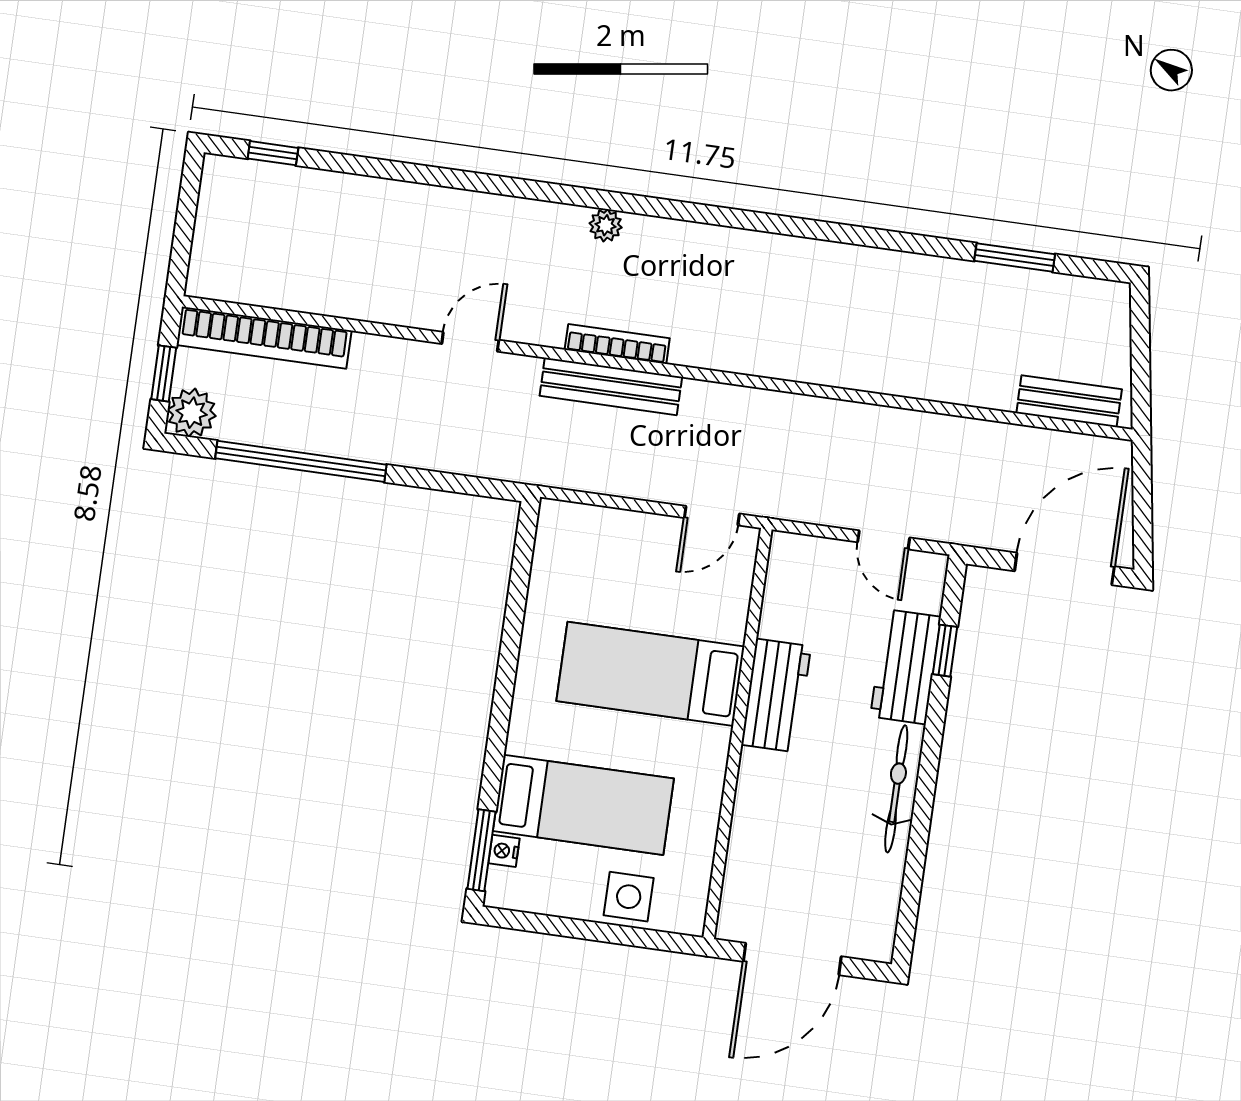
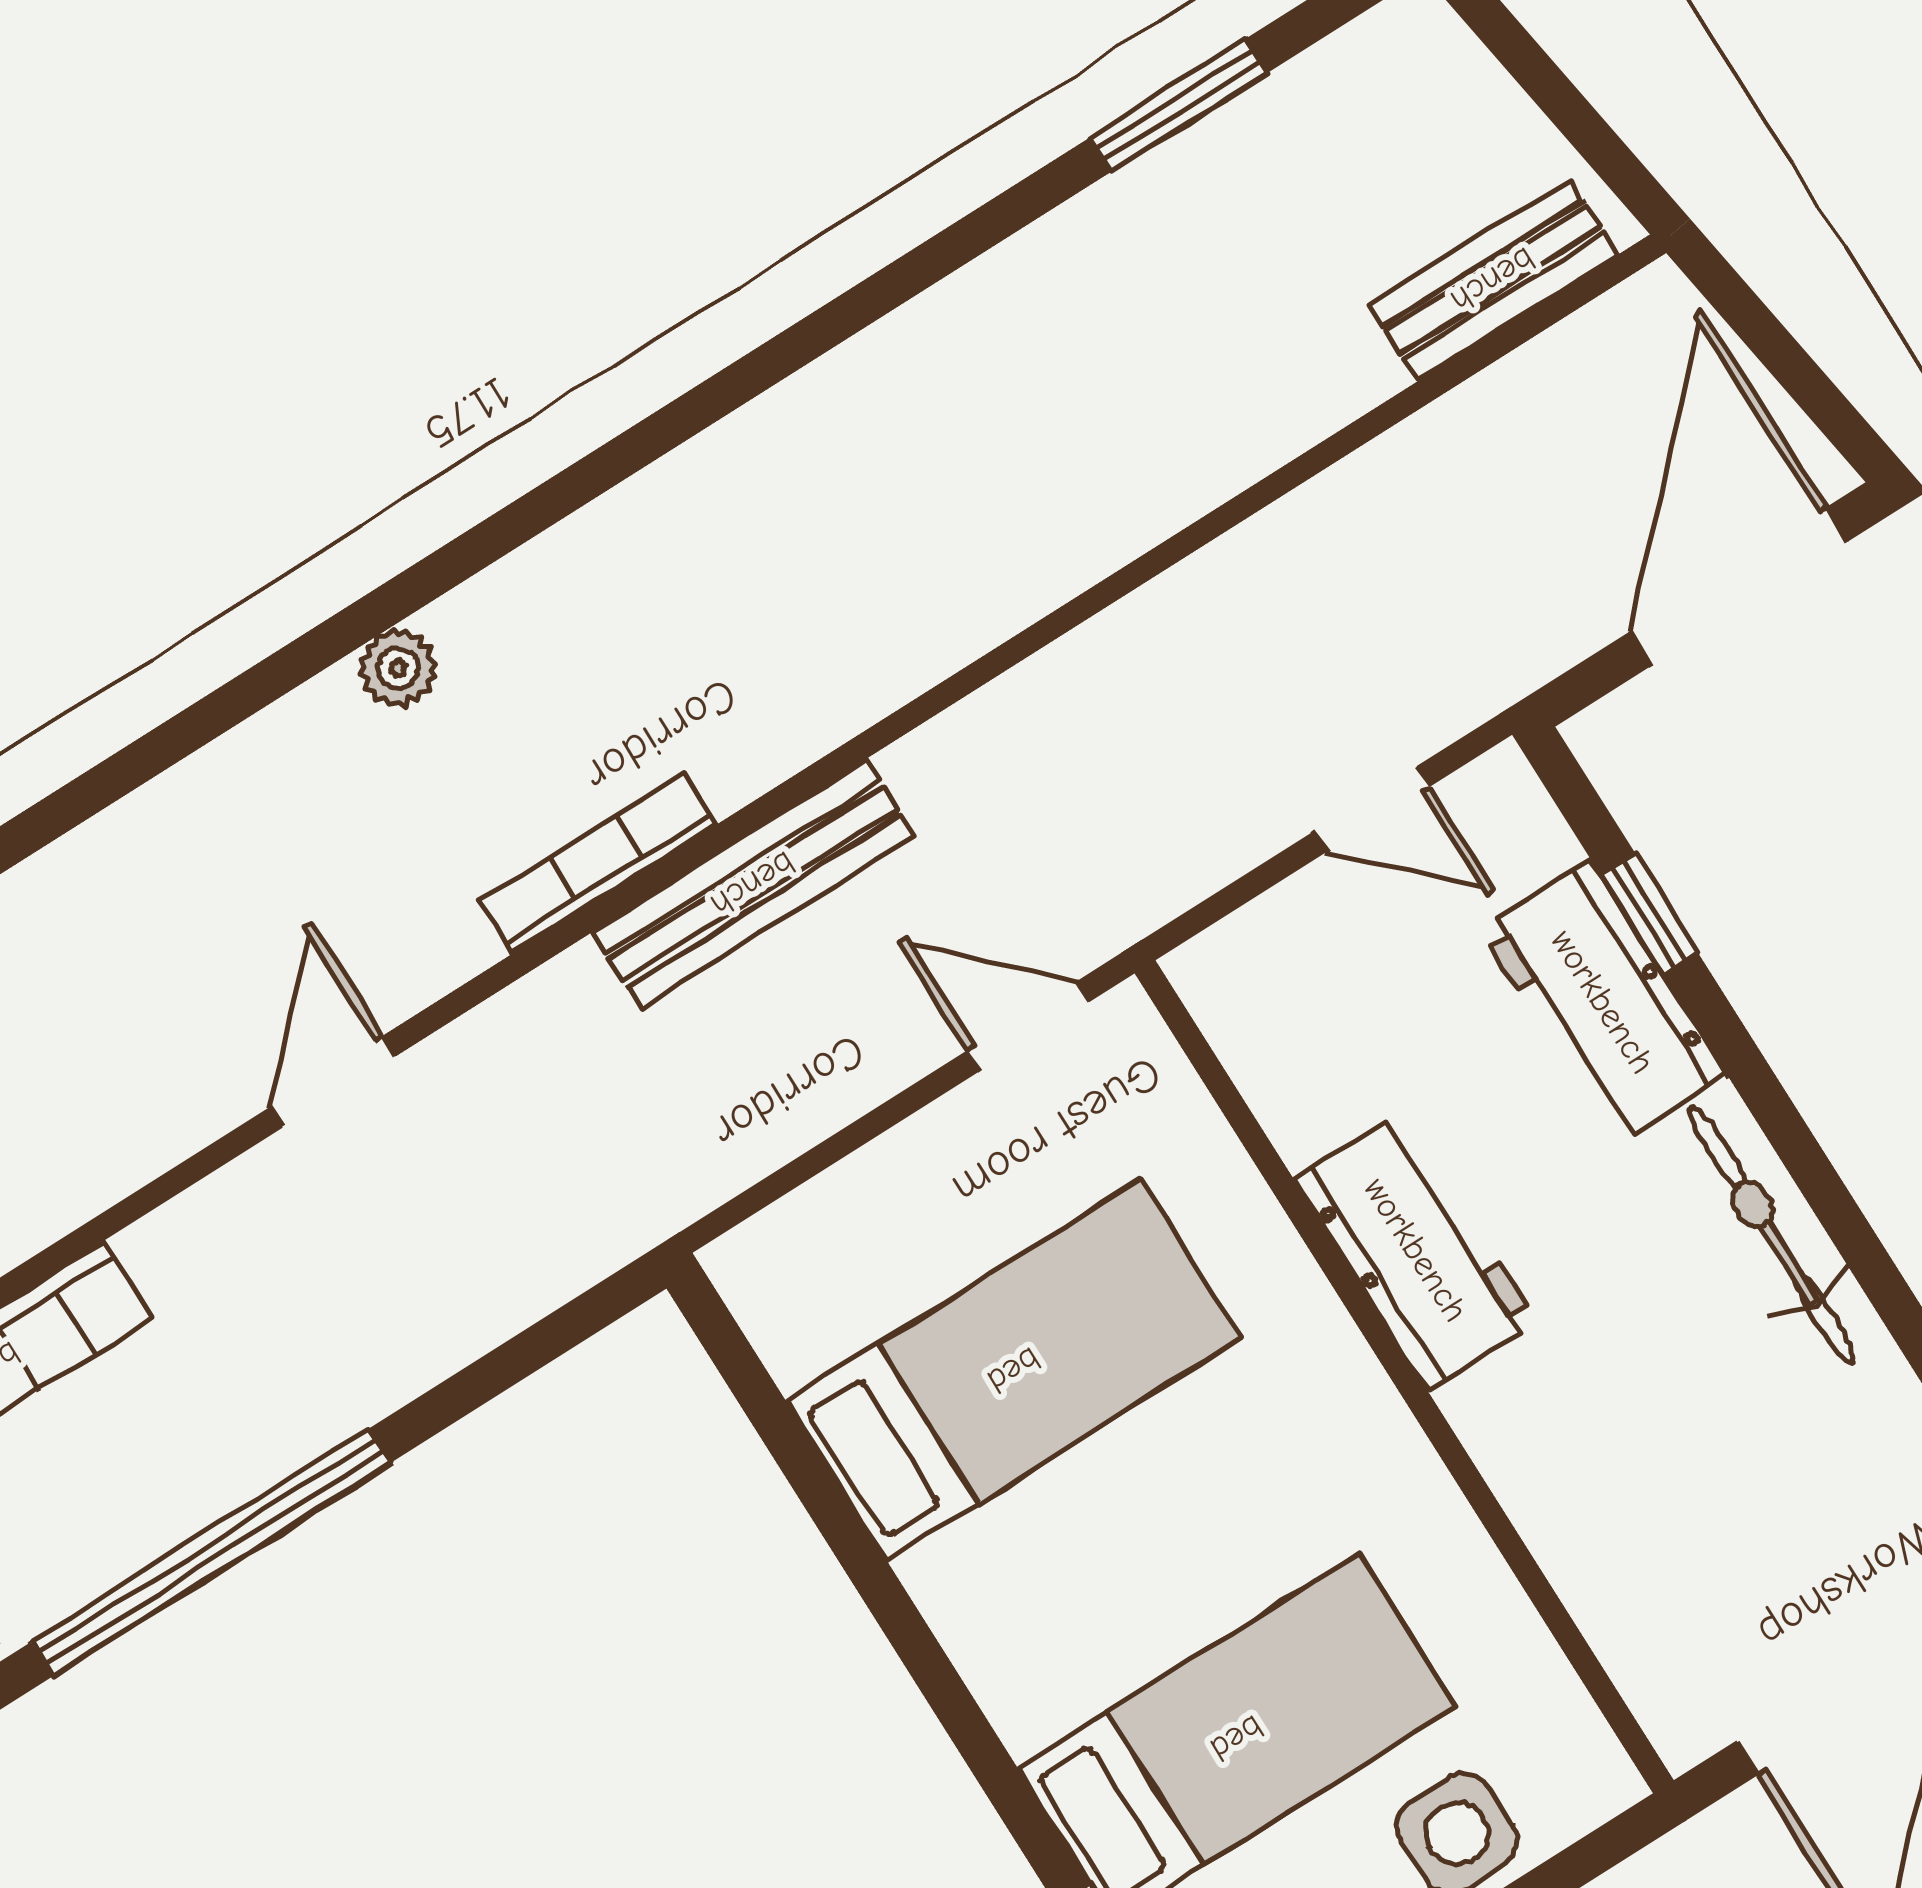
bench: (611, 386) -> (753, 884), moved
door: (712, 516) -> (1028, 1026), swing flipped
bed: (650, 674) -> (1014, 1370), moved, turned 180

